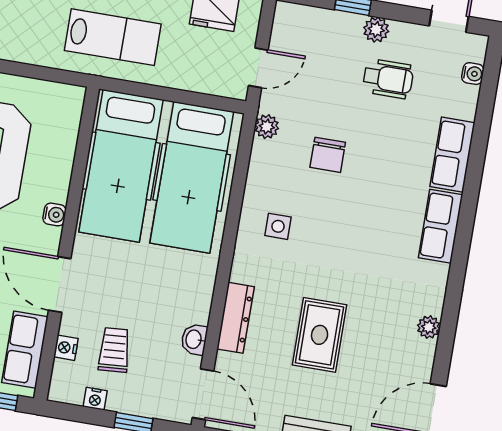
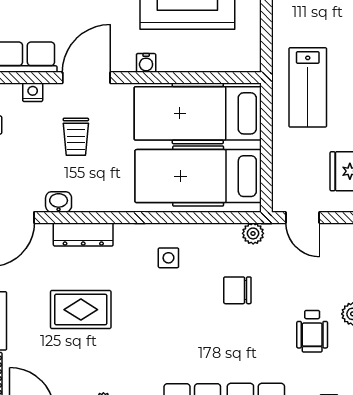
trolley: (114, 350) -> (76, 137), moved, turned 94

